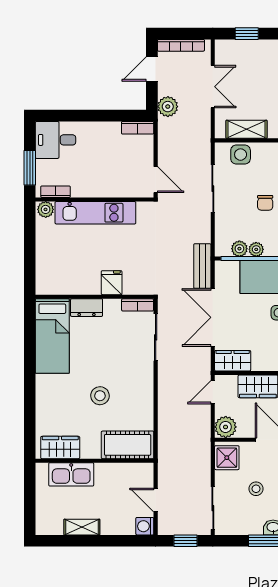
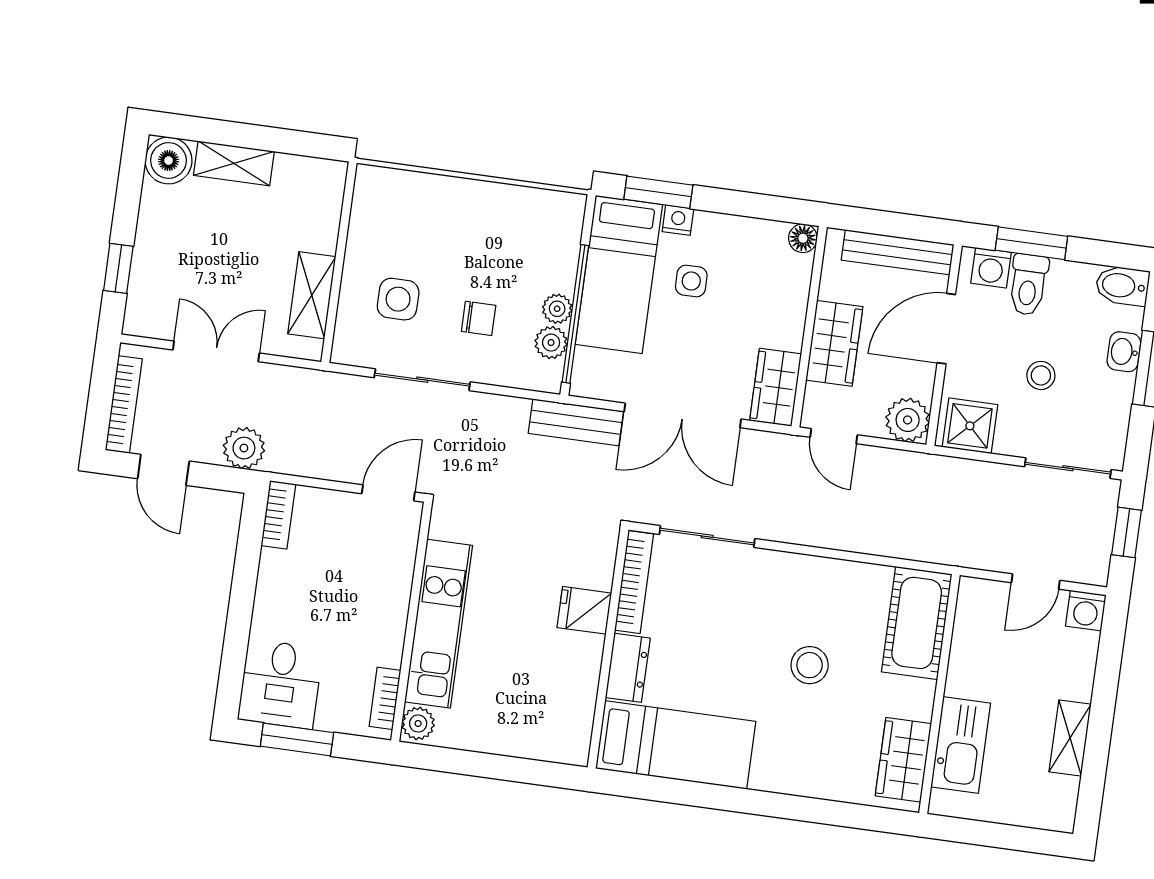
side table: (241, 155) -> (398, 299), moved
window: (30, 168) -> (297, 739), moved
chair: (265, 203) -> (479, 318), moved
bookcase: (138, 305) -> (634, 582), width x1.56

